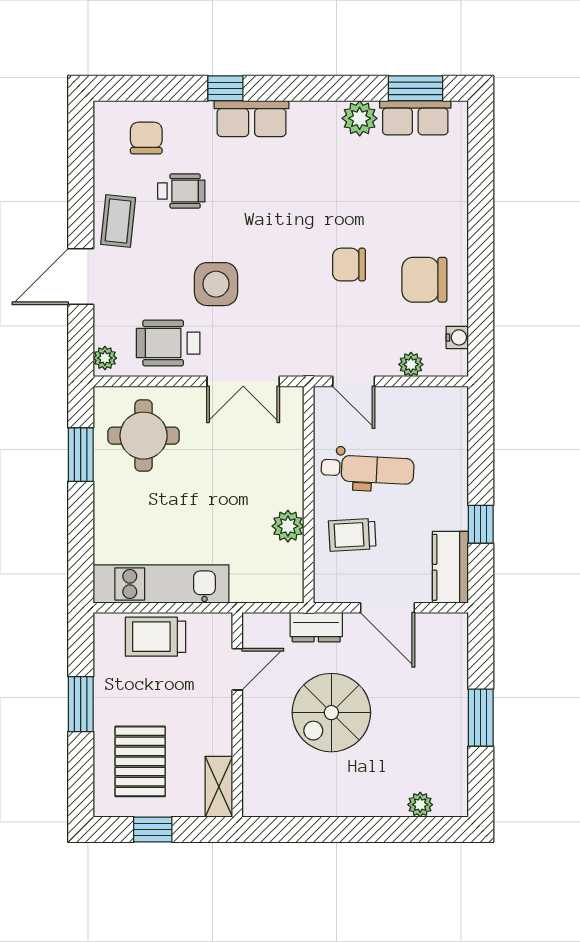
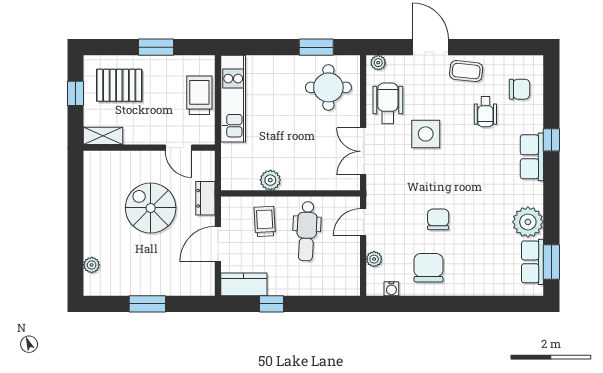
plant: (360, 118) -> (528, 222), width x1.36, depth x1.36

